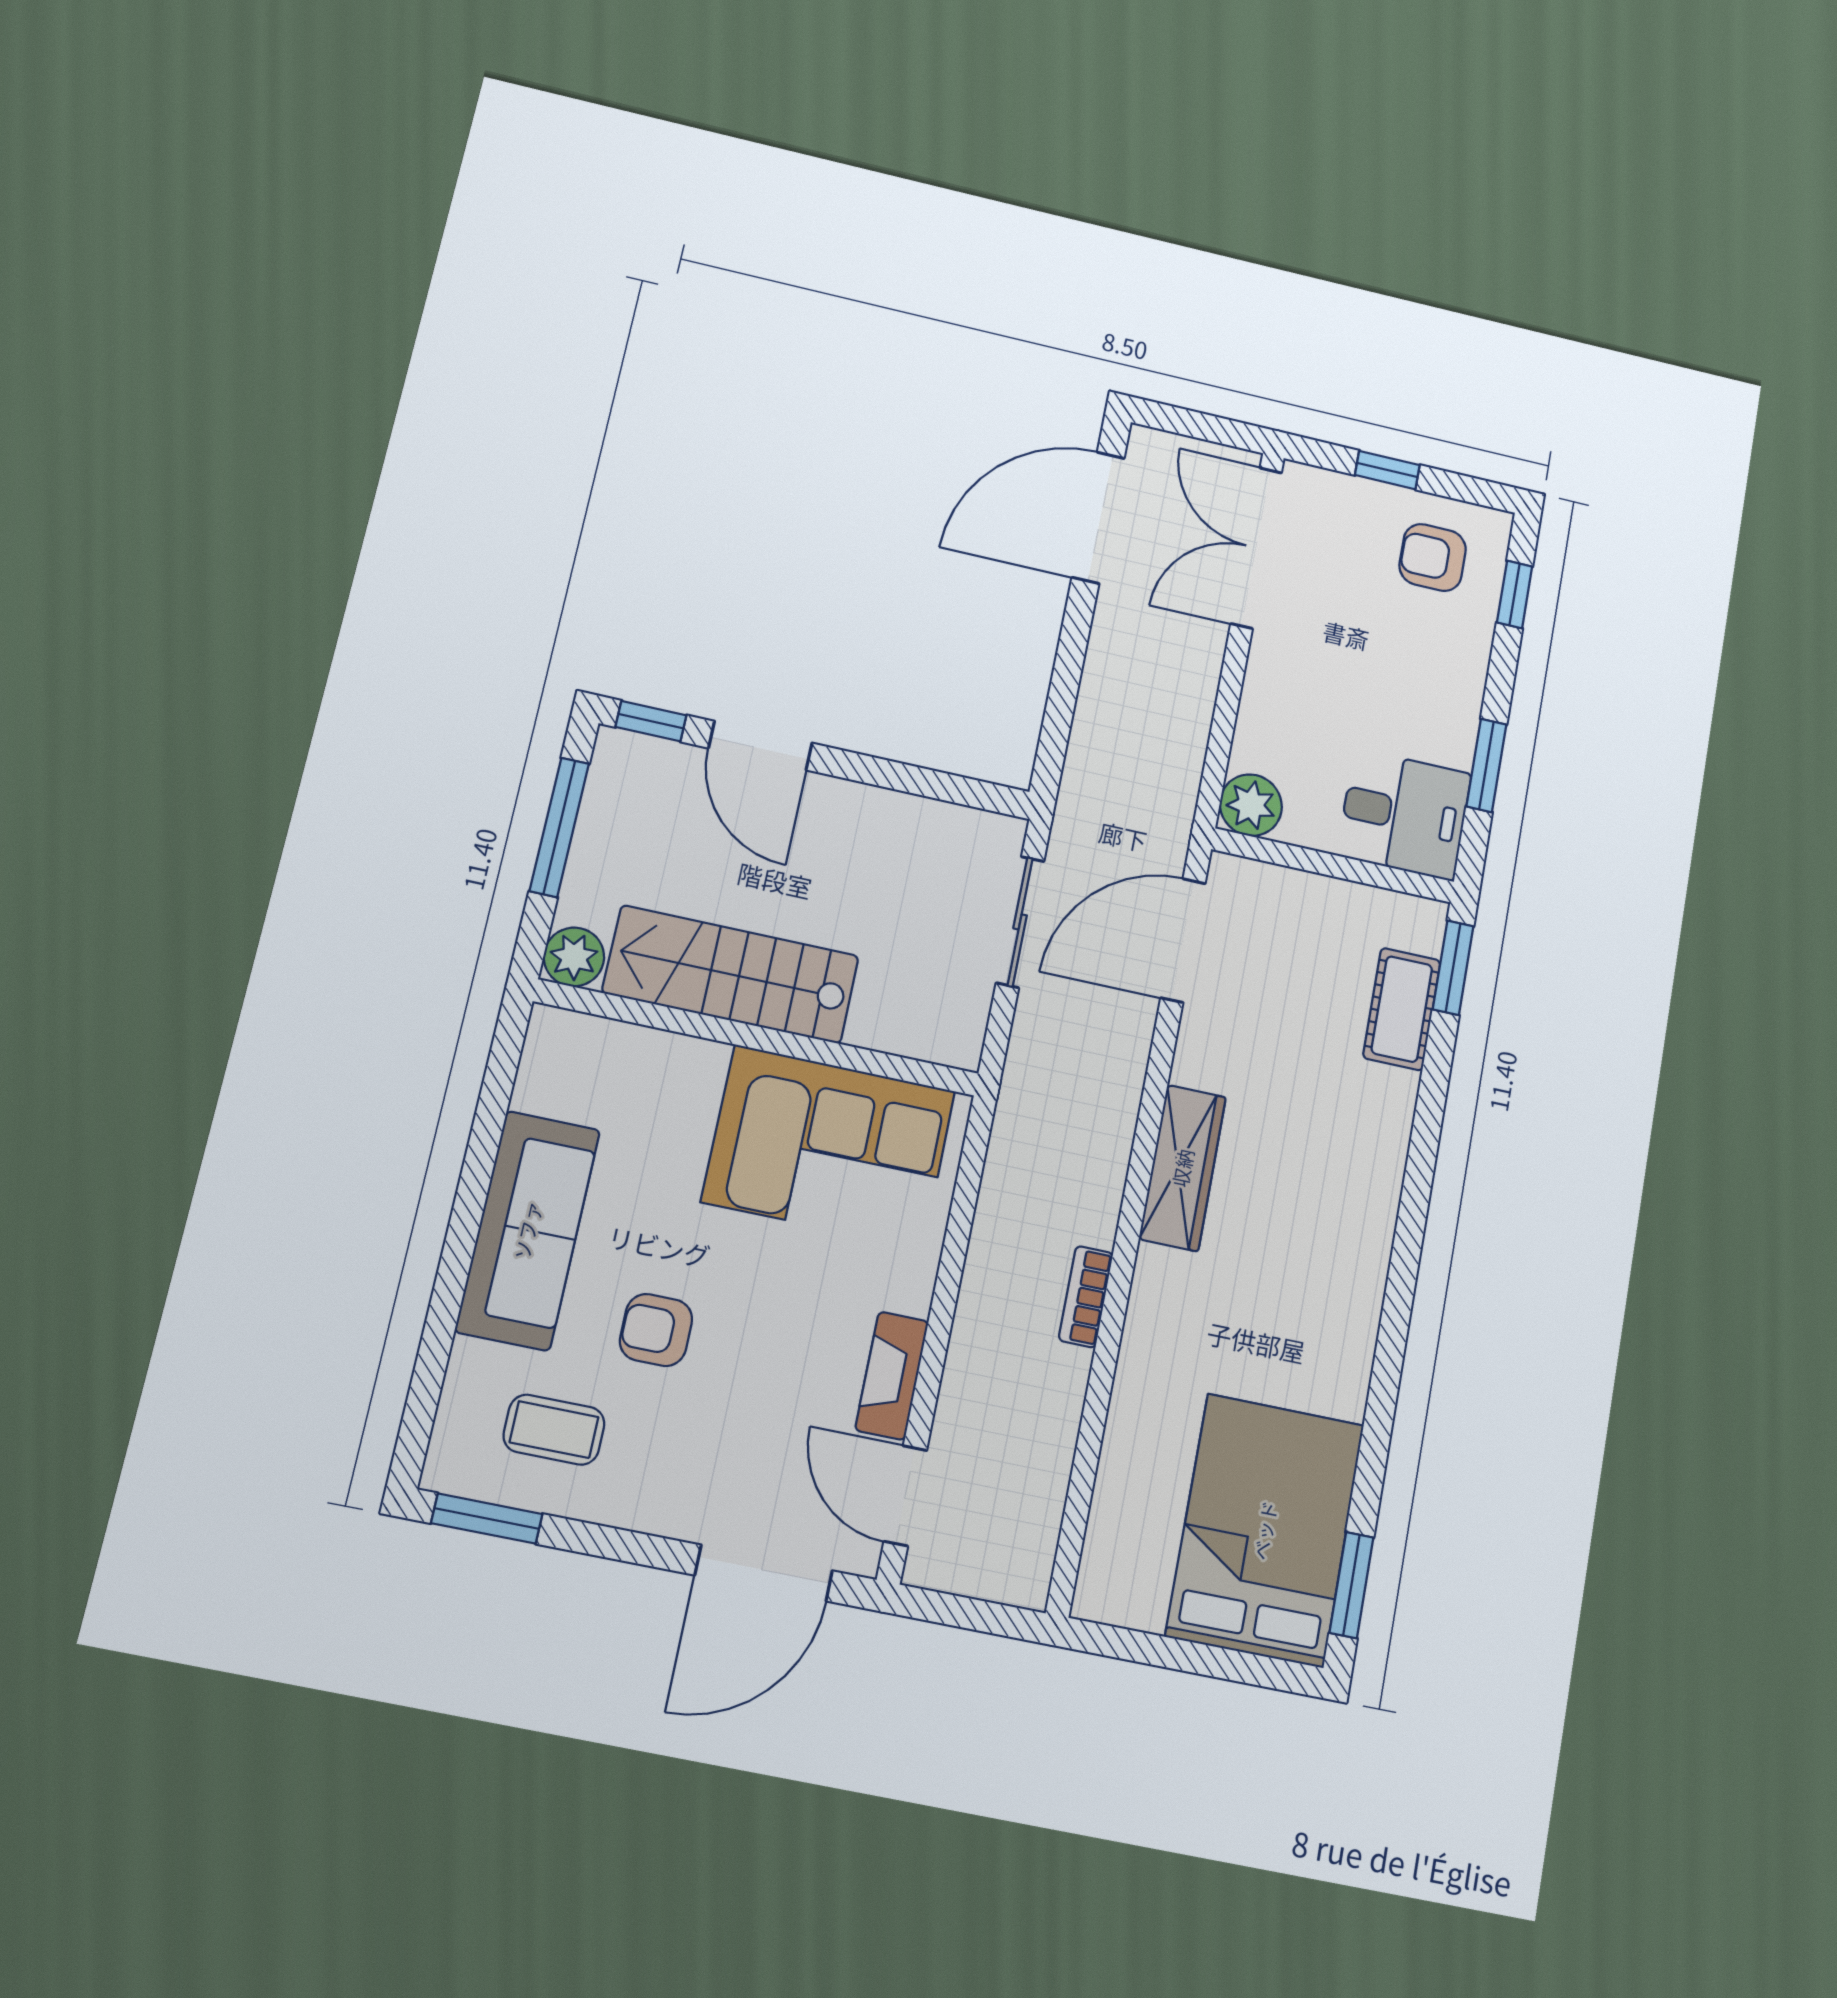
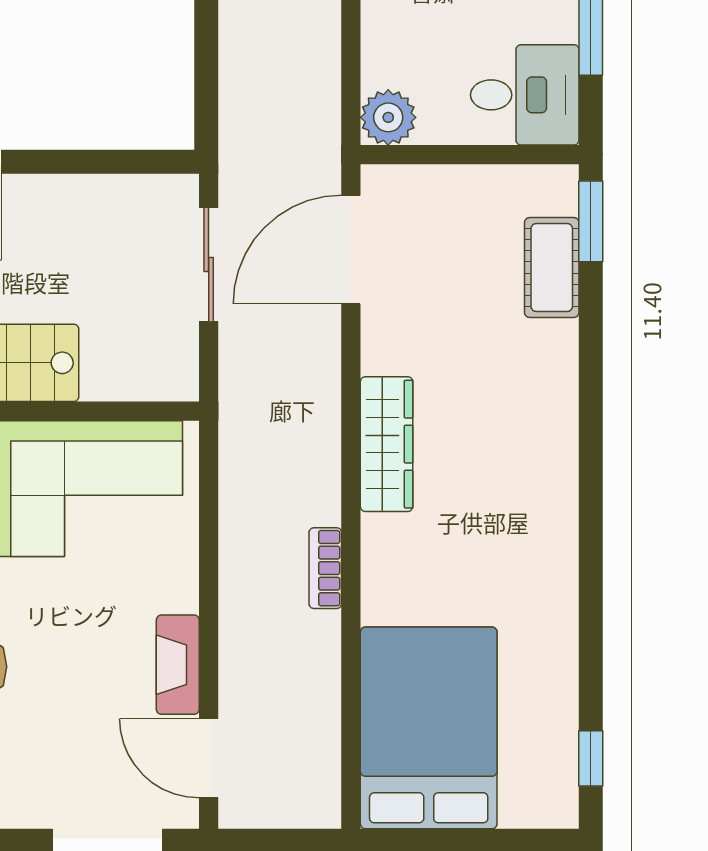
bed: (1265, 1530) -> (429, 728), moved
window: (1351, 1585) -> (591, 758), width x0.67

